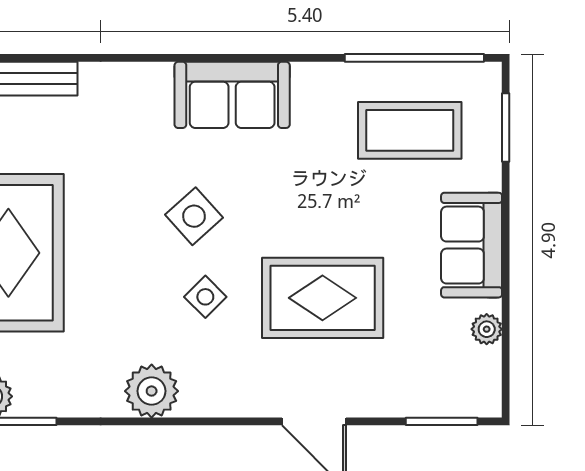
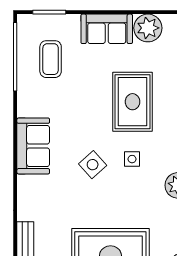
coffee table: (410, 130) -> (51, 59), width x0.73, depth x0.76
side table: (205, 297) -> (132, 159), turned 45
plant: (487, 329) -> (148, 28), width x1.88, depth x1.88

